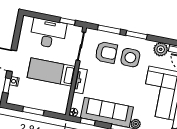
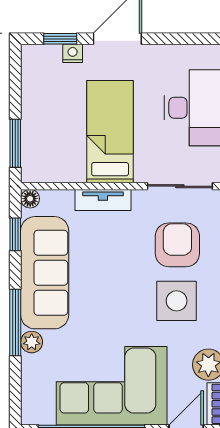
armchair: (106, 52) -> (177, 245), turned 180
window: (33, 111) -> (15, 143), moved

